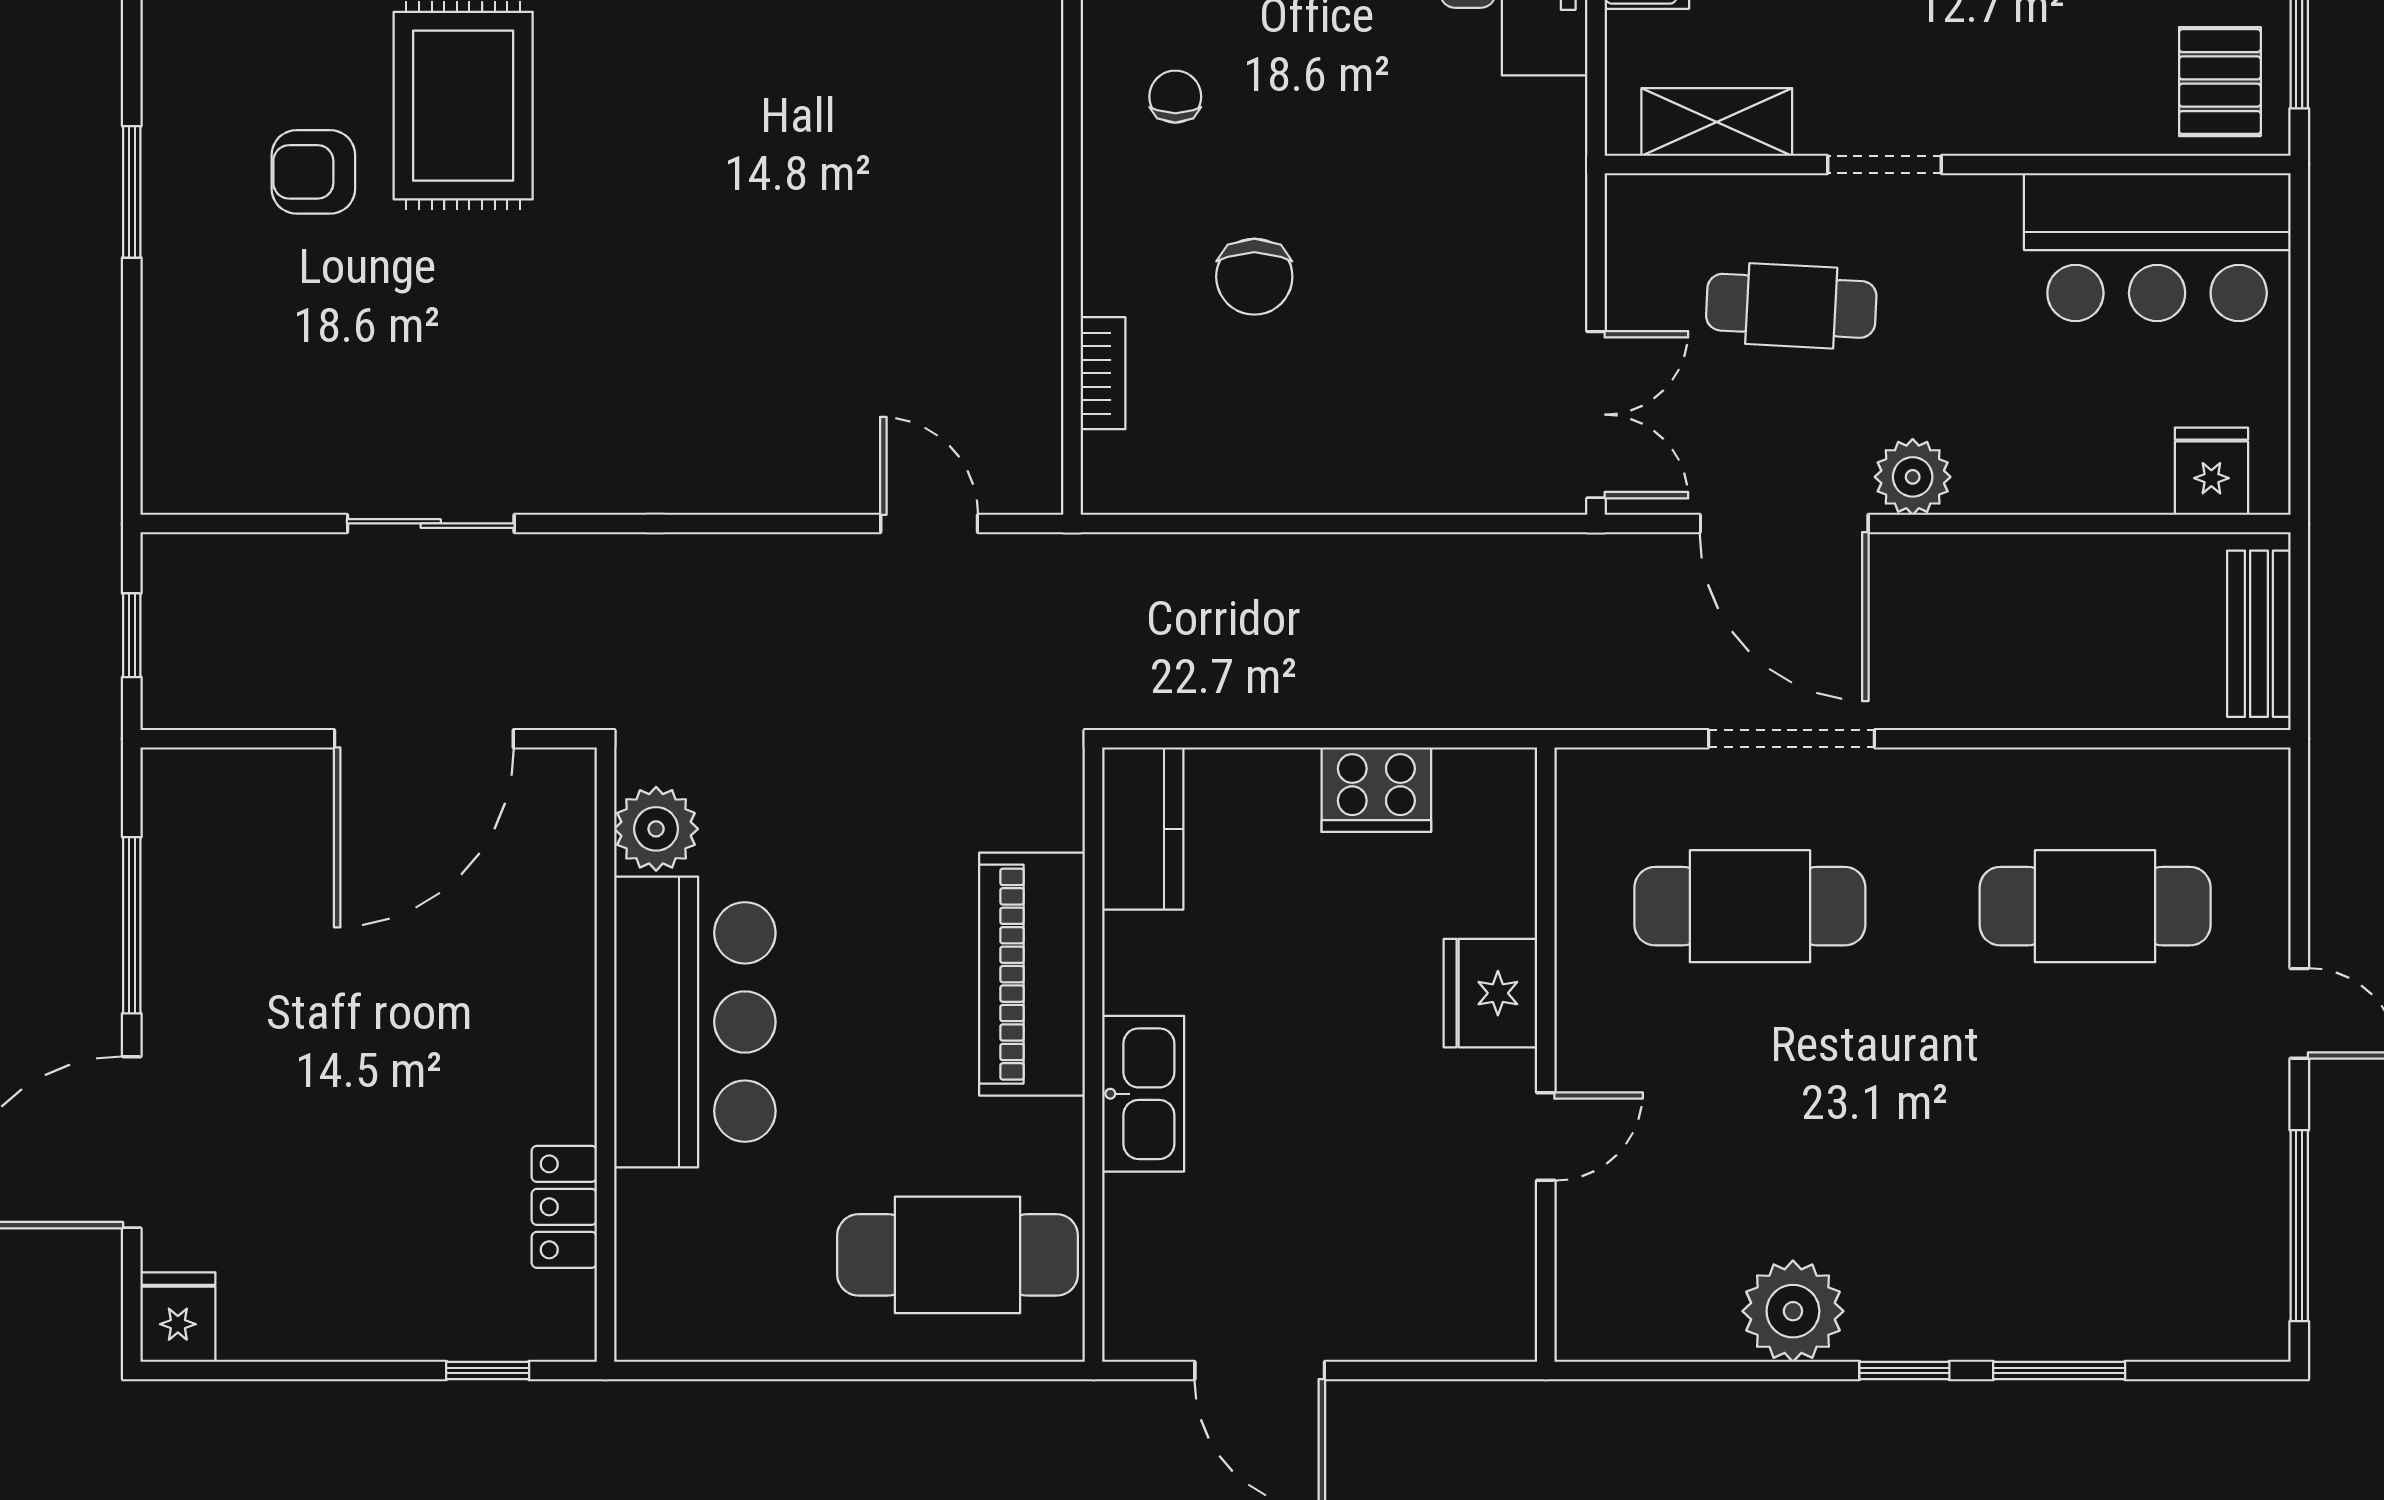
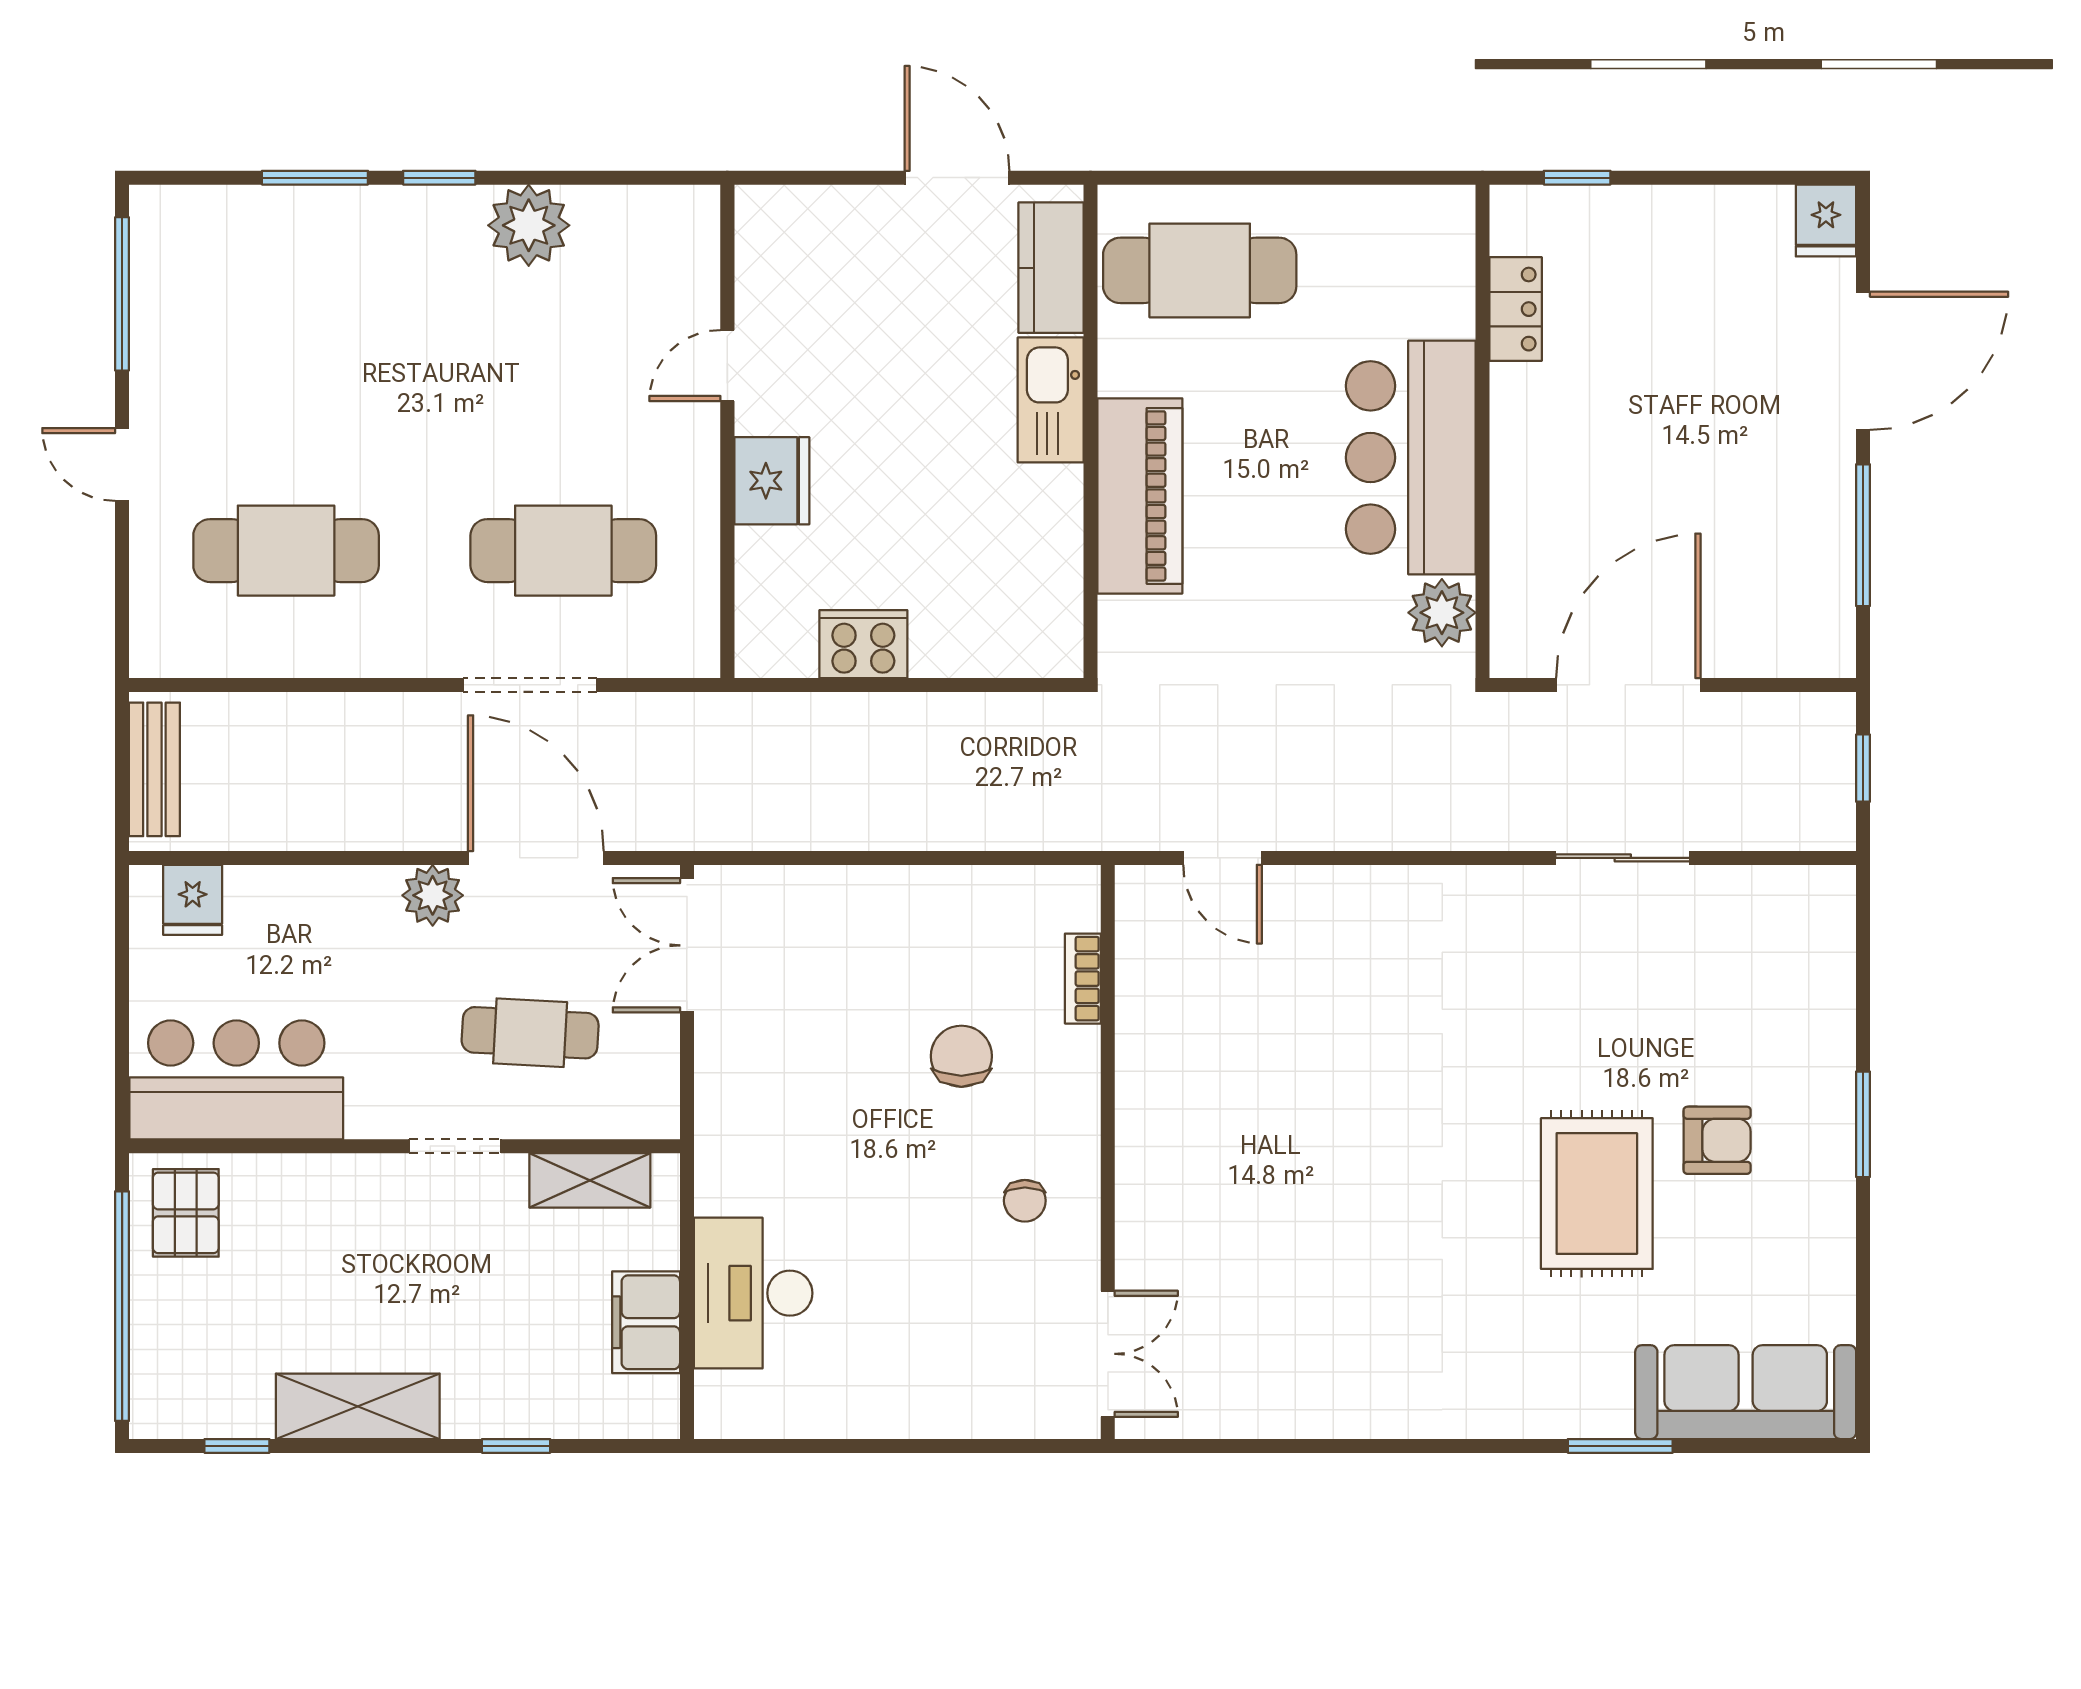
kitchen counter: (1143, 829) -> (1051, 268), moved

